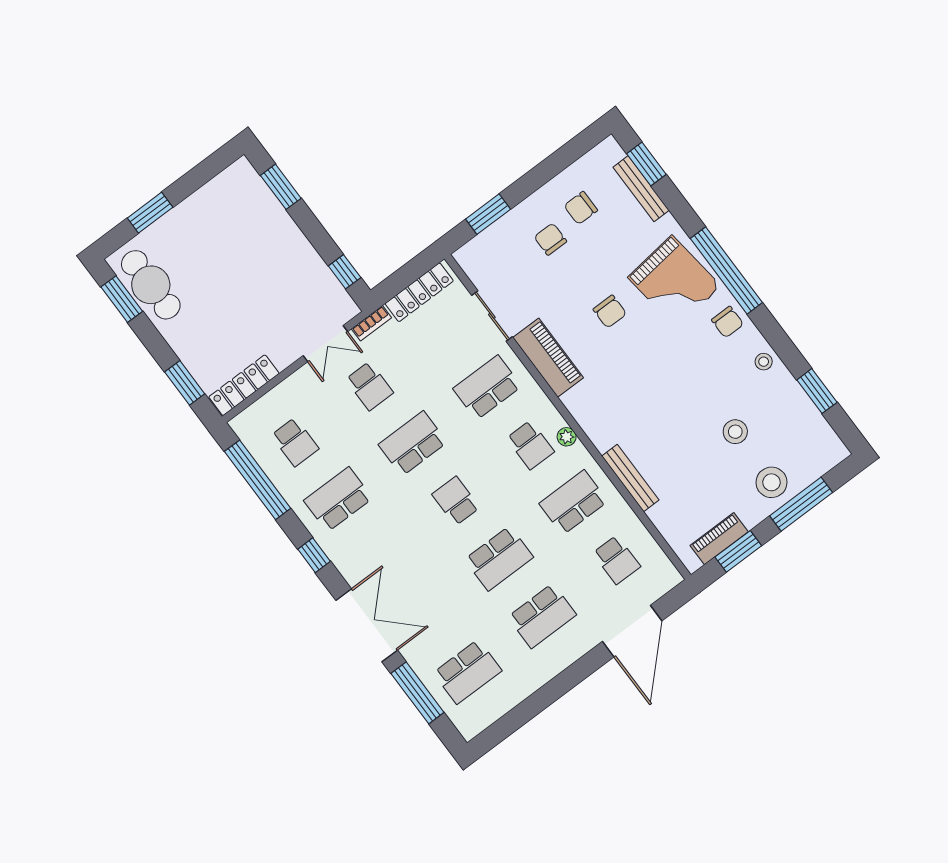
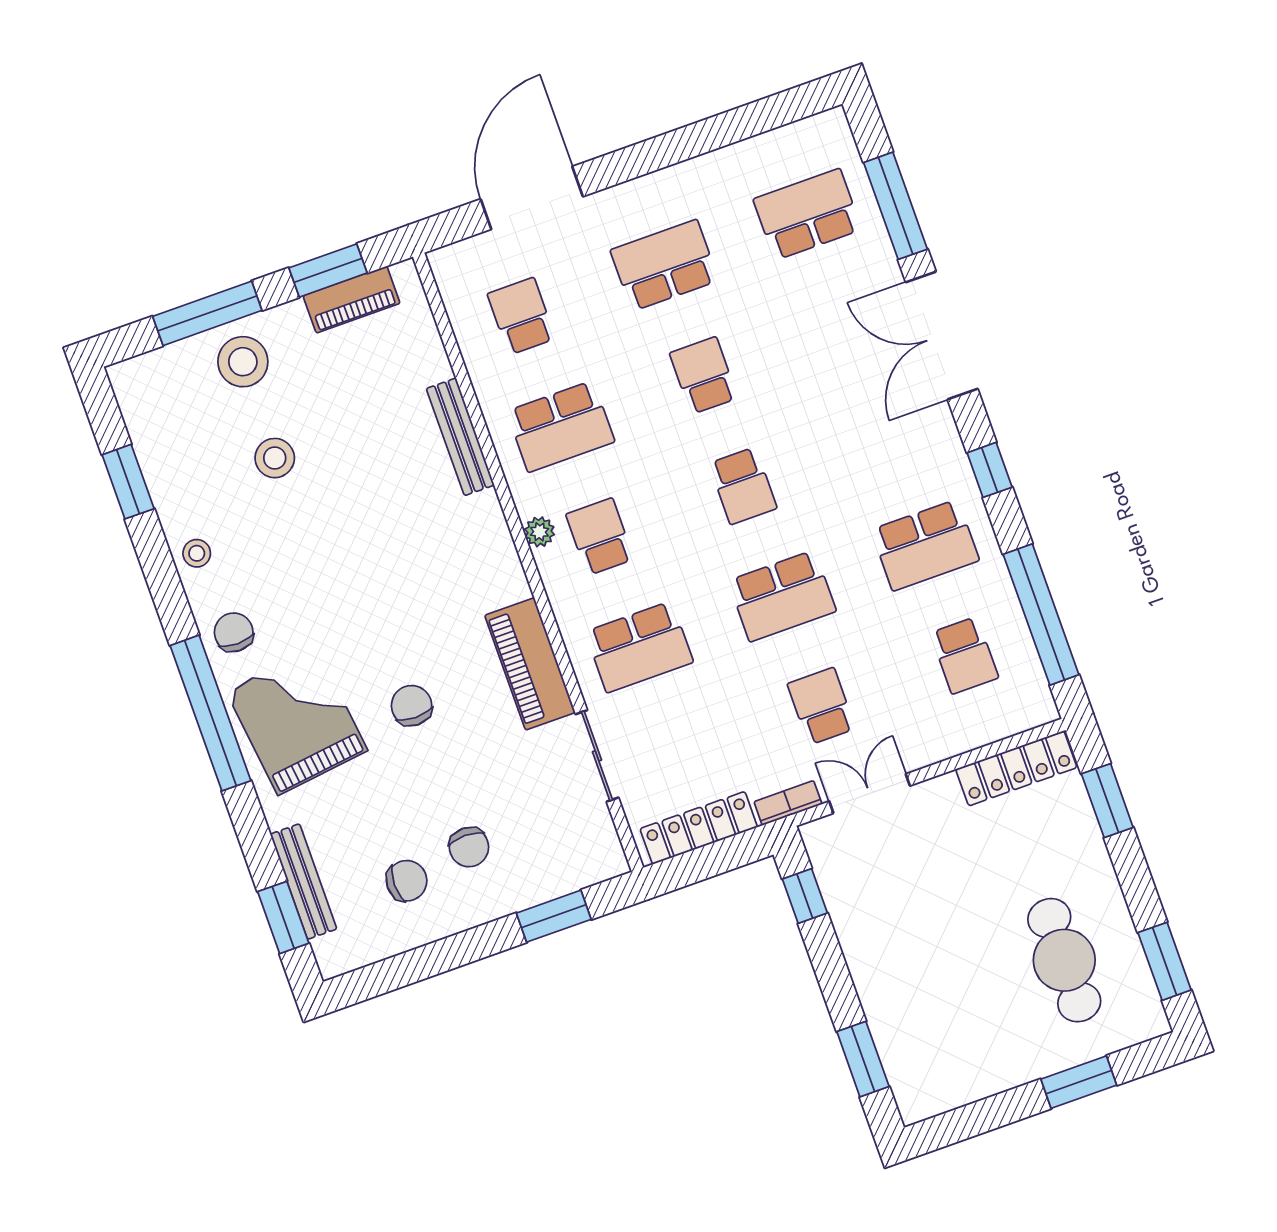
cafe table: (151, 285) -> (1064, 960), moved
school desk: (295, 442) -> (964, 655), turned 180
school desk: (499, 558) -> (704, 376), width x0.54

